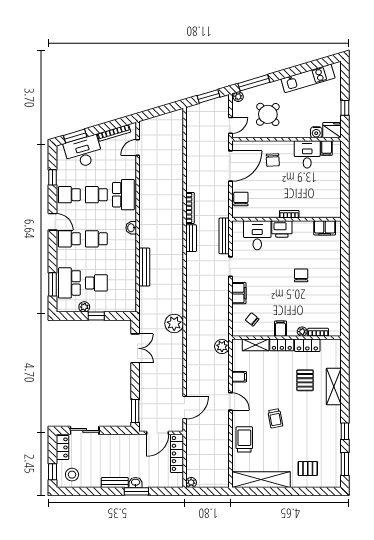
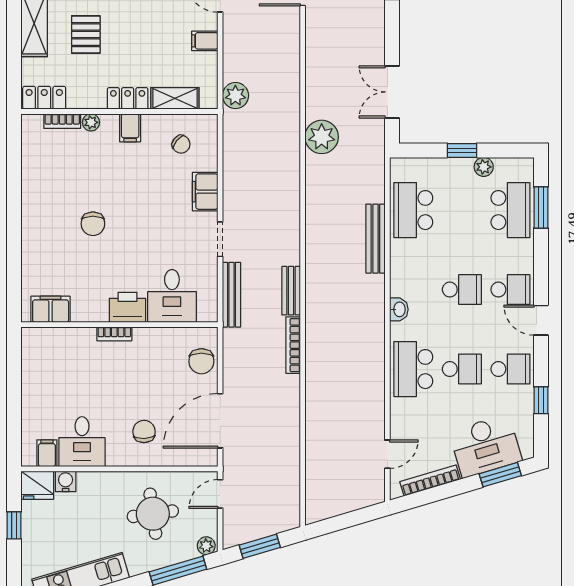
round table: (268, 114) -> (153, 514), turned 36
school desk: (96, 283) -> (413, 210), moved, width x1.85
locker: (307, 345) -> (44, 98), moved

